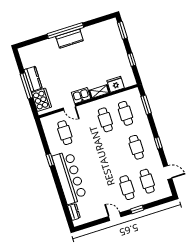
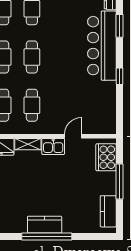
kitchen counter: (33, 79) -> (108, 211), moved
door: (69, 107) -> (73, 136), hinge flipped
cafe table: (65, 133) -> (32, 57), moved
window: (62, 195) -> (119, 26), added

